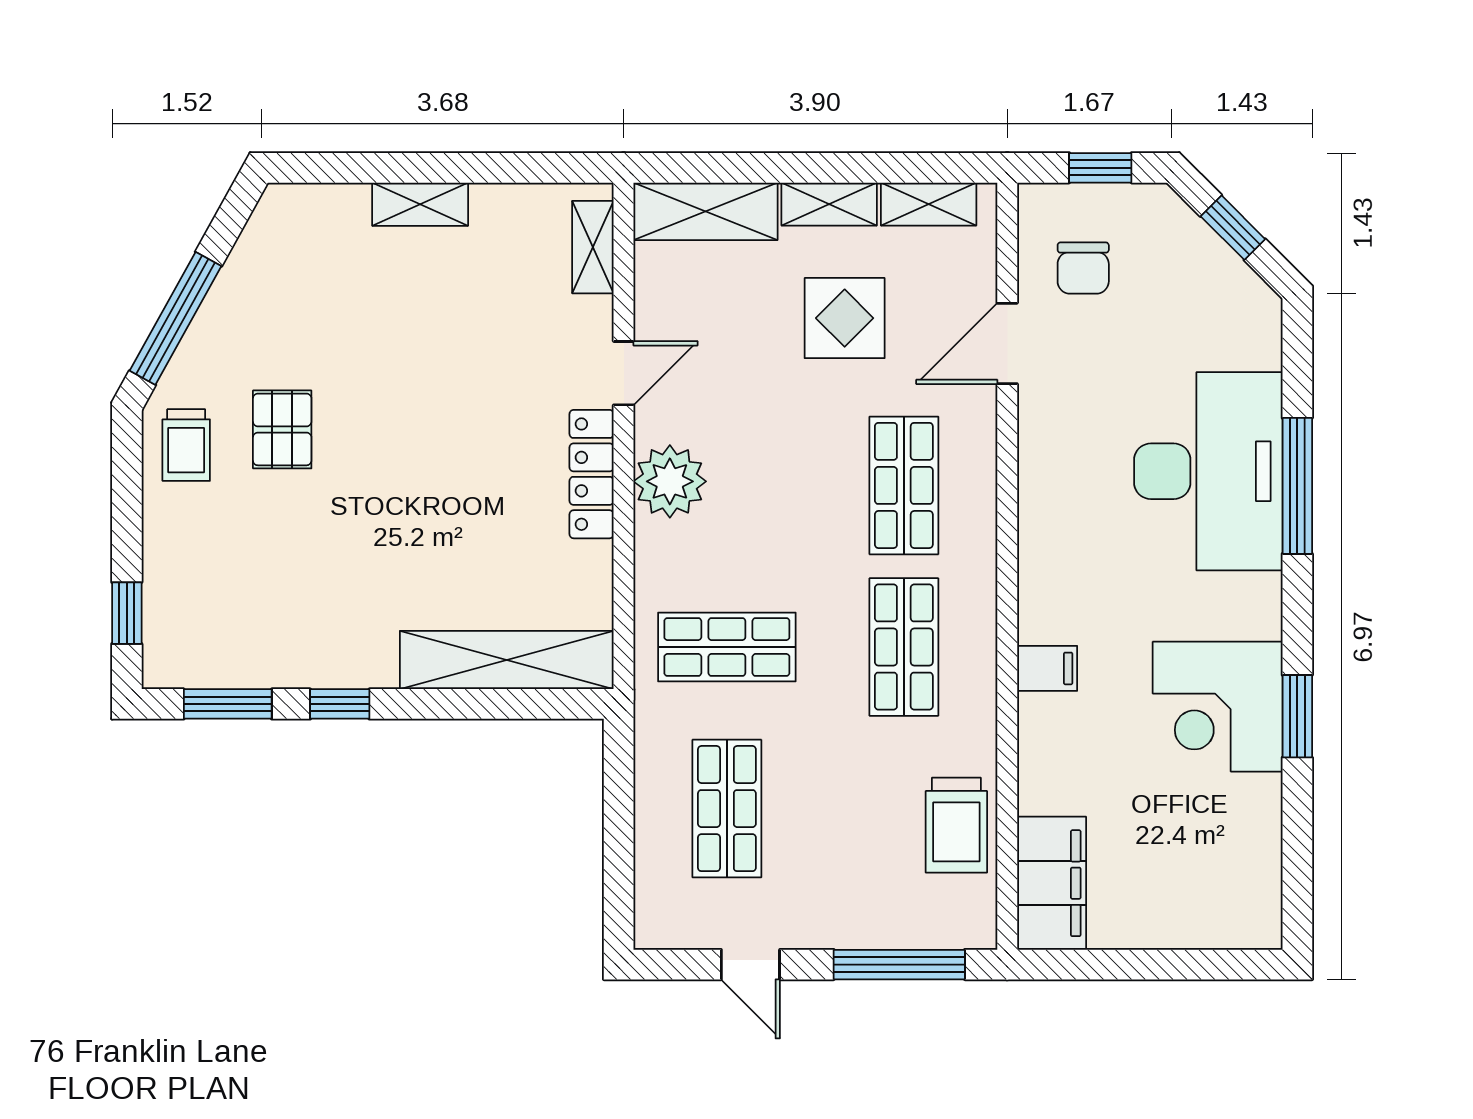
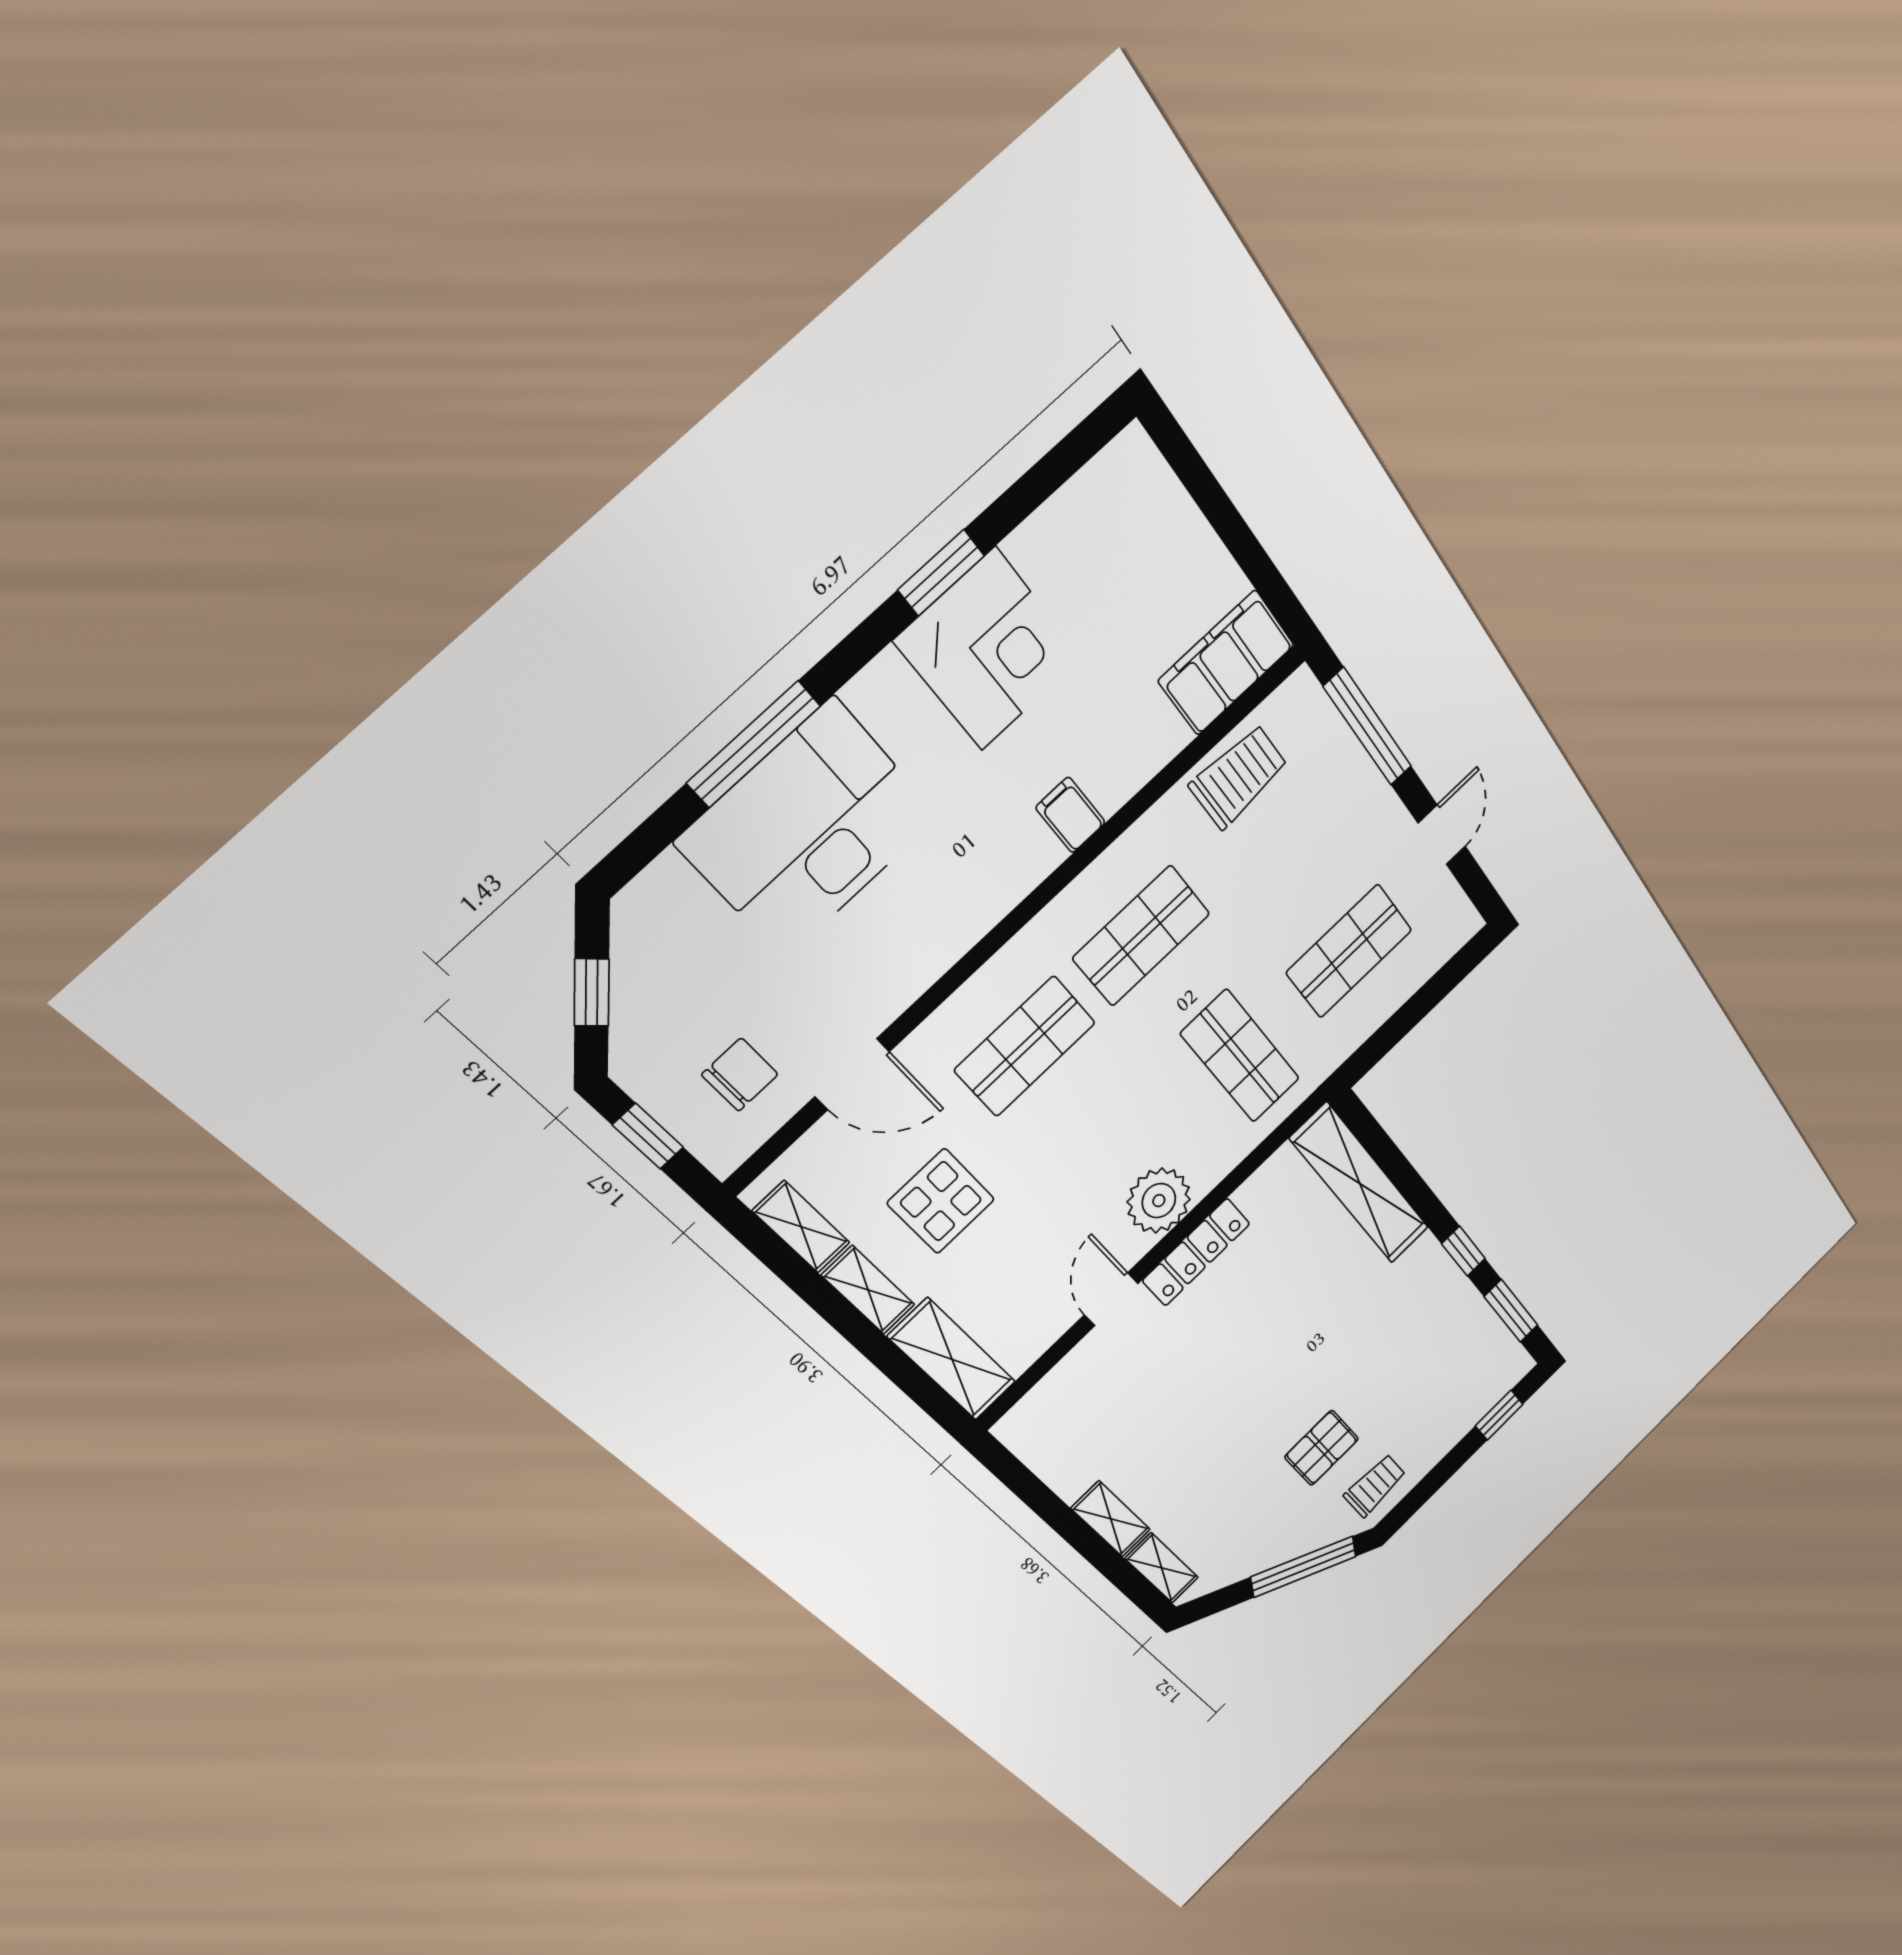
shelving: (593, 247) -> (1162, 1568), moved, turned 90
door: (624, 373) -> (1111, 1299), hinge flipped

